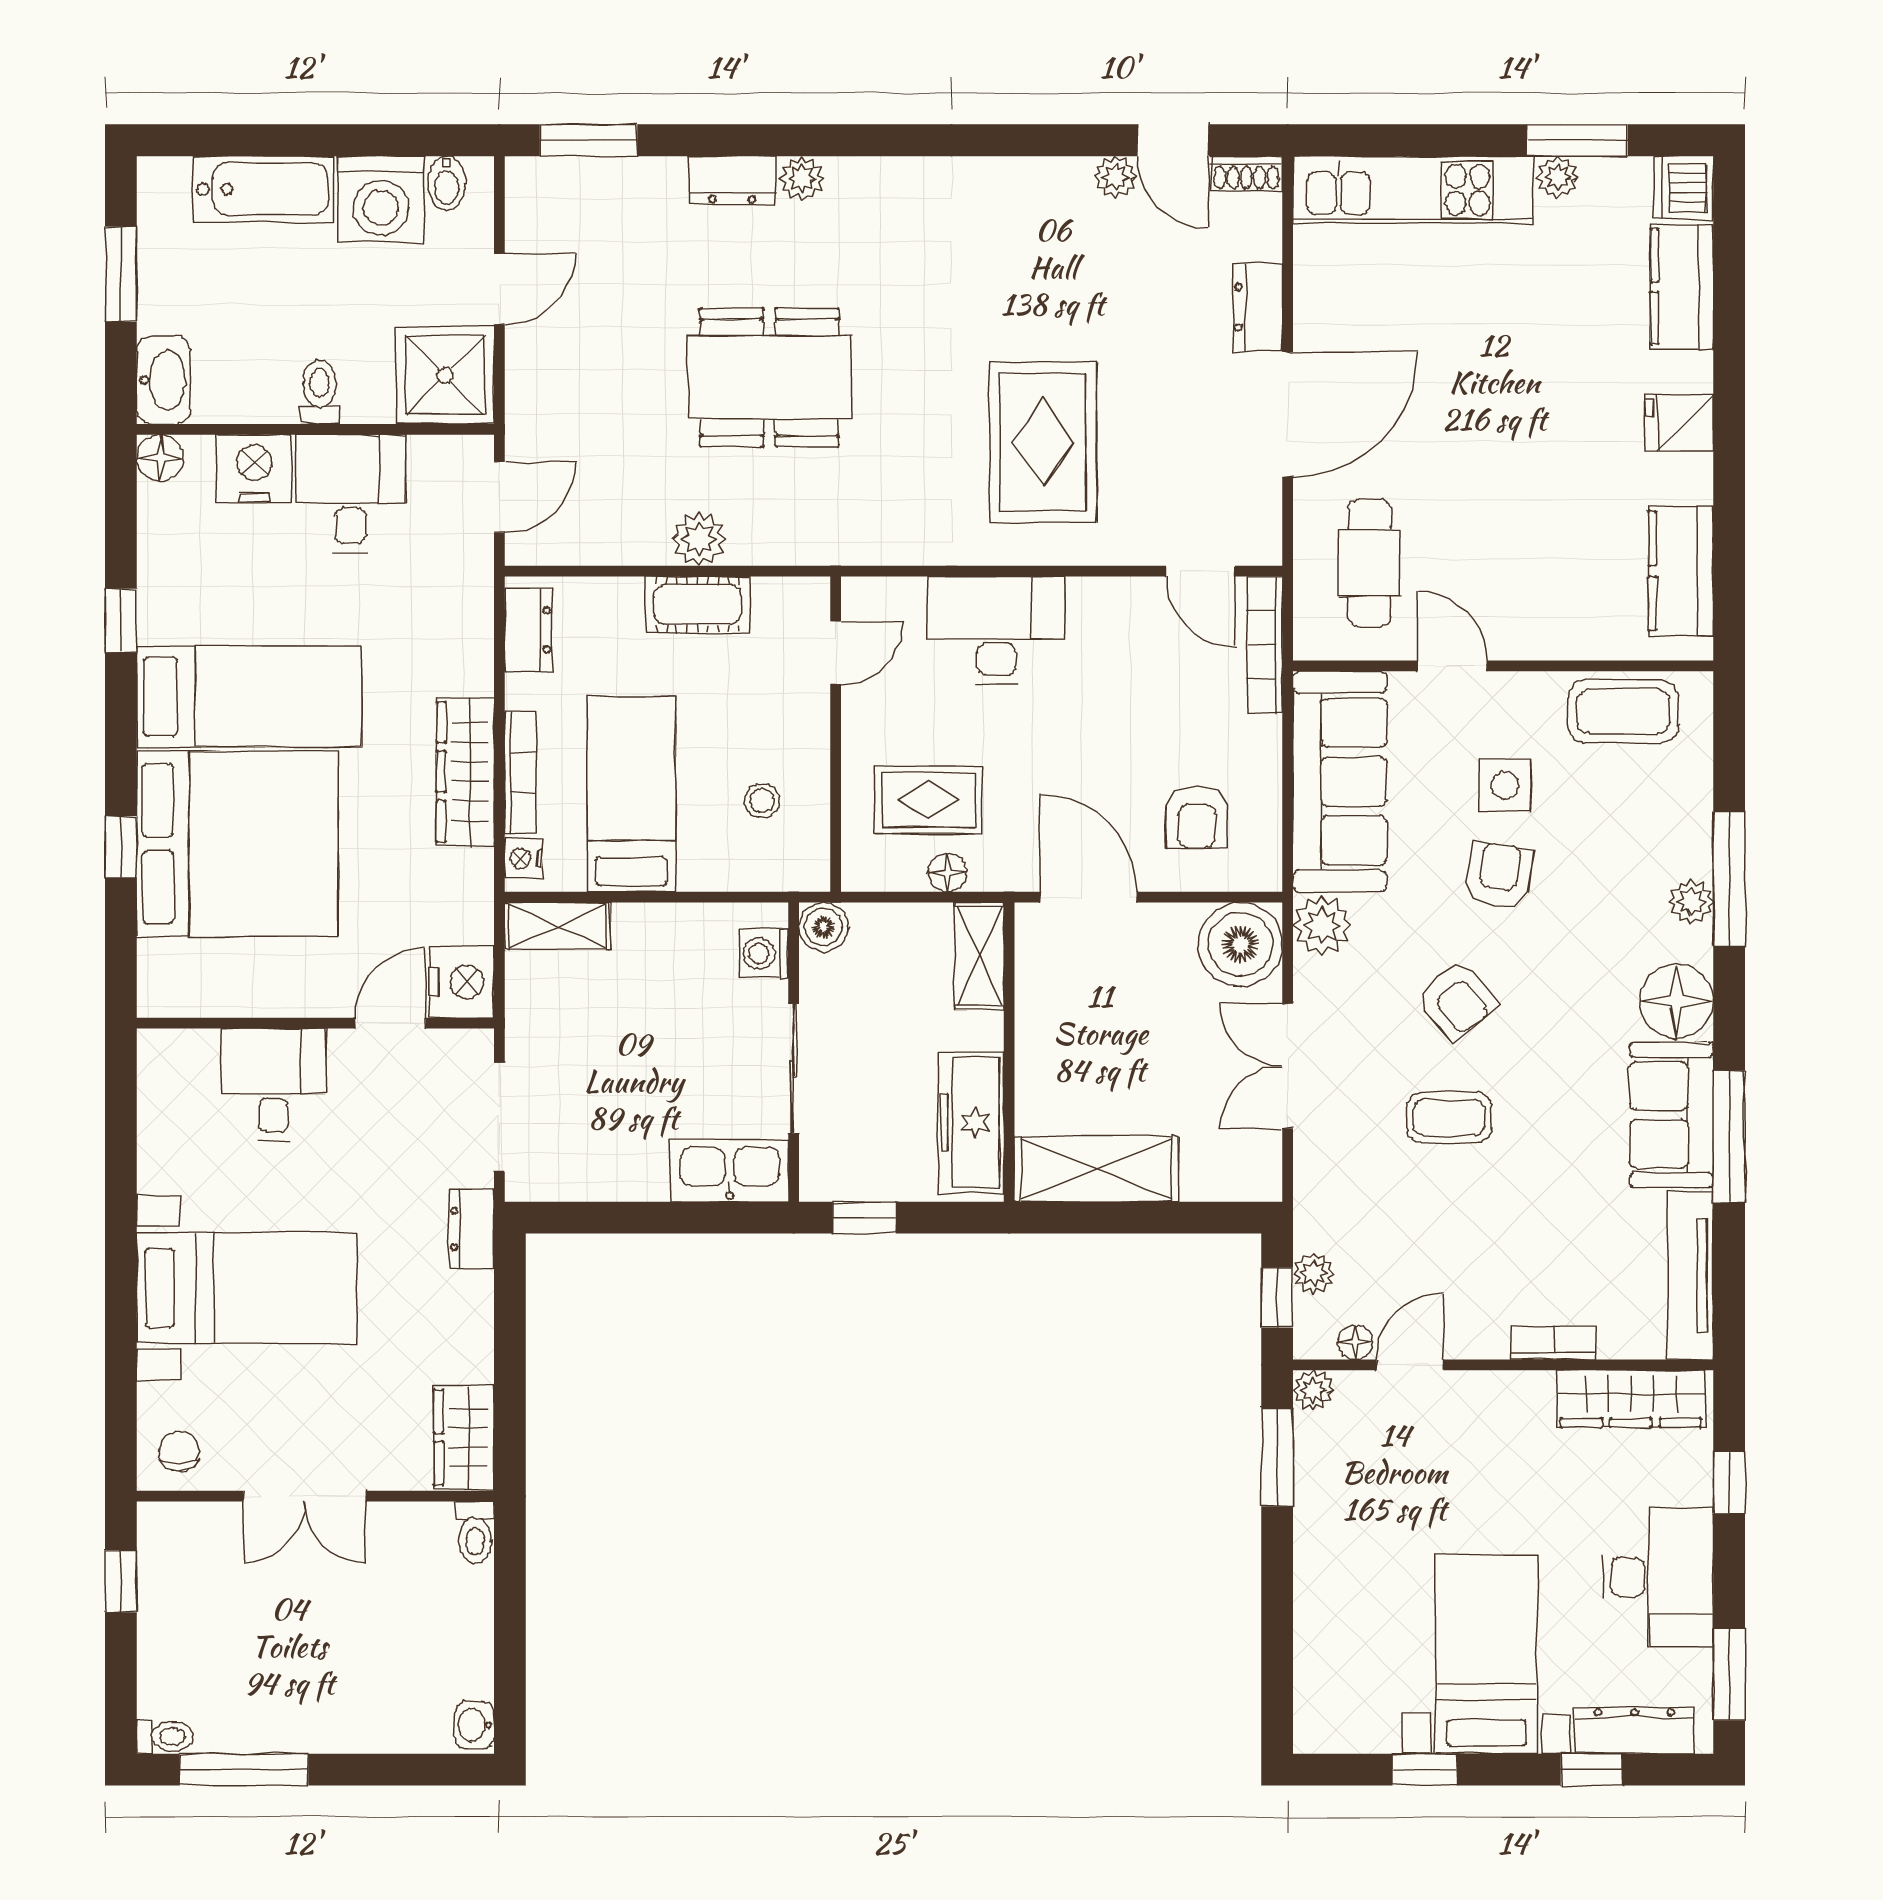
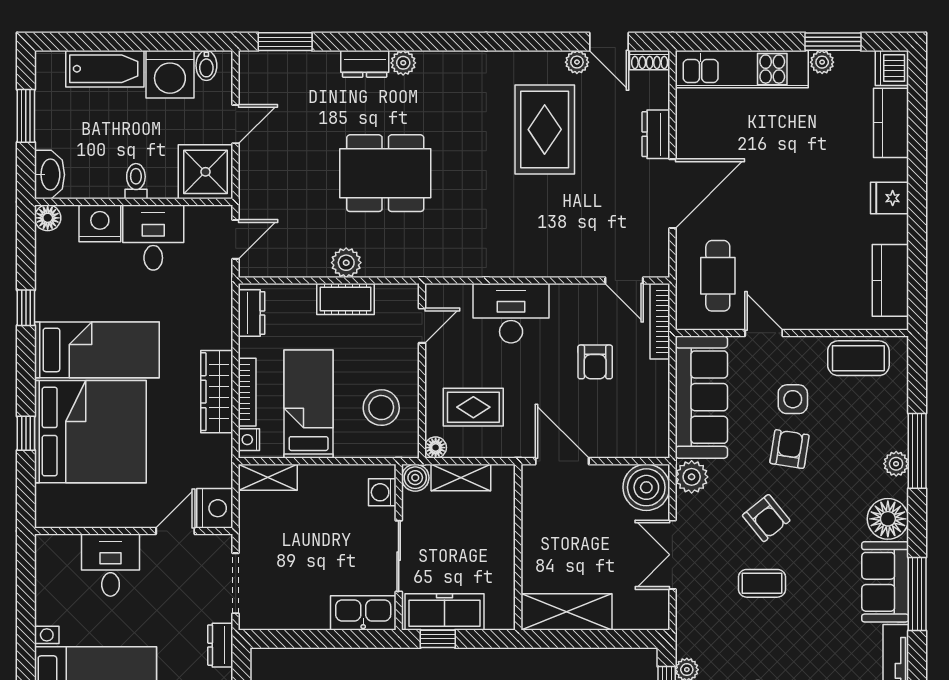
rug: (1043, 442) -> (545, 129), moved
stool: (762, 800) -> (381, 408), width x1.89, depth x1.89
armchair: (1197, 817) -> (595, 362), moved
floor lamp: (947, 873) -> (436, 448), moved
shelving: (980, 956) -> (461, 477), moved, turned 90
freezer: (971, 1122) -> (444, 612), moved, turned 90

